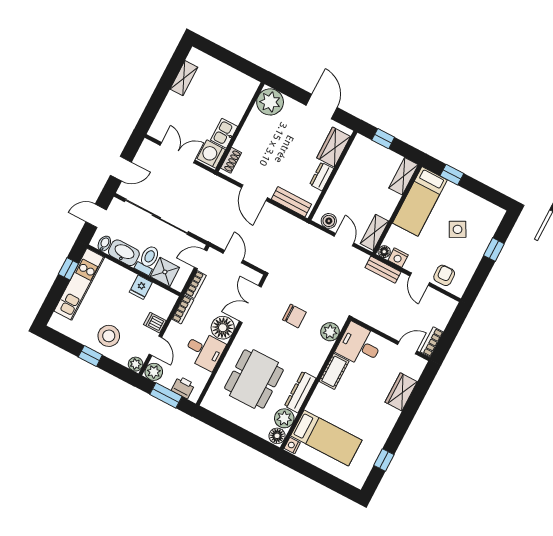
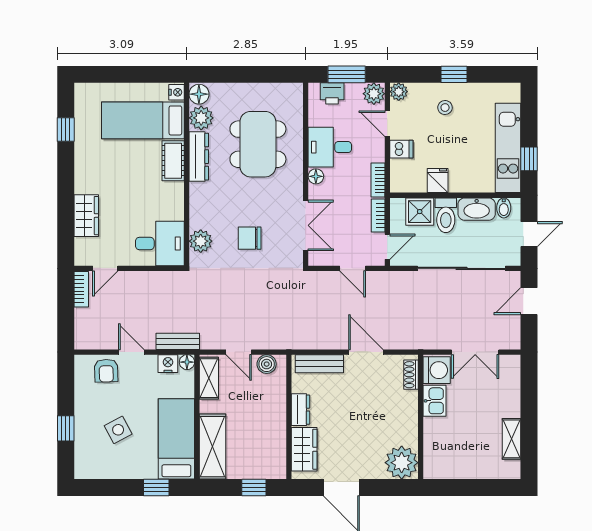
shelving: (404, 176) -> (213, 447), width x1.50, depth x1.33
floor lamp: (223, 328) -> (316, 176), width x0.53, depth x0.53
stool: (109, 336) -> (445, 108), width x0.53, depth x0.53
cot: (334, 371) -> (173, 161), moved

